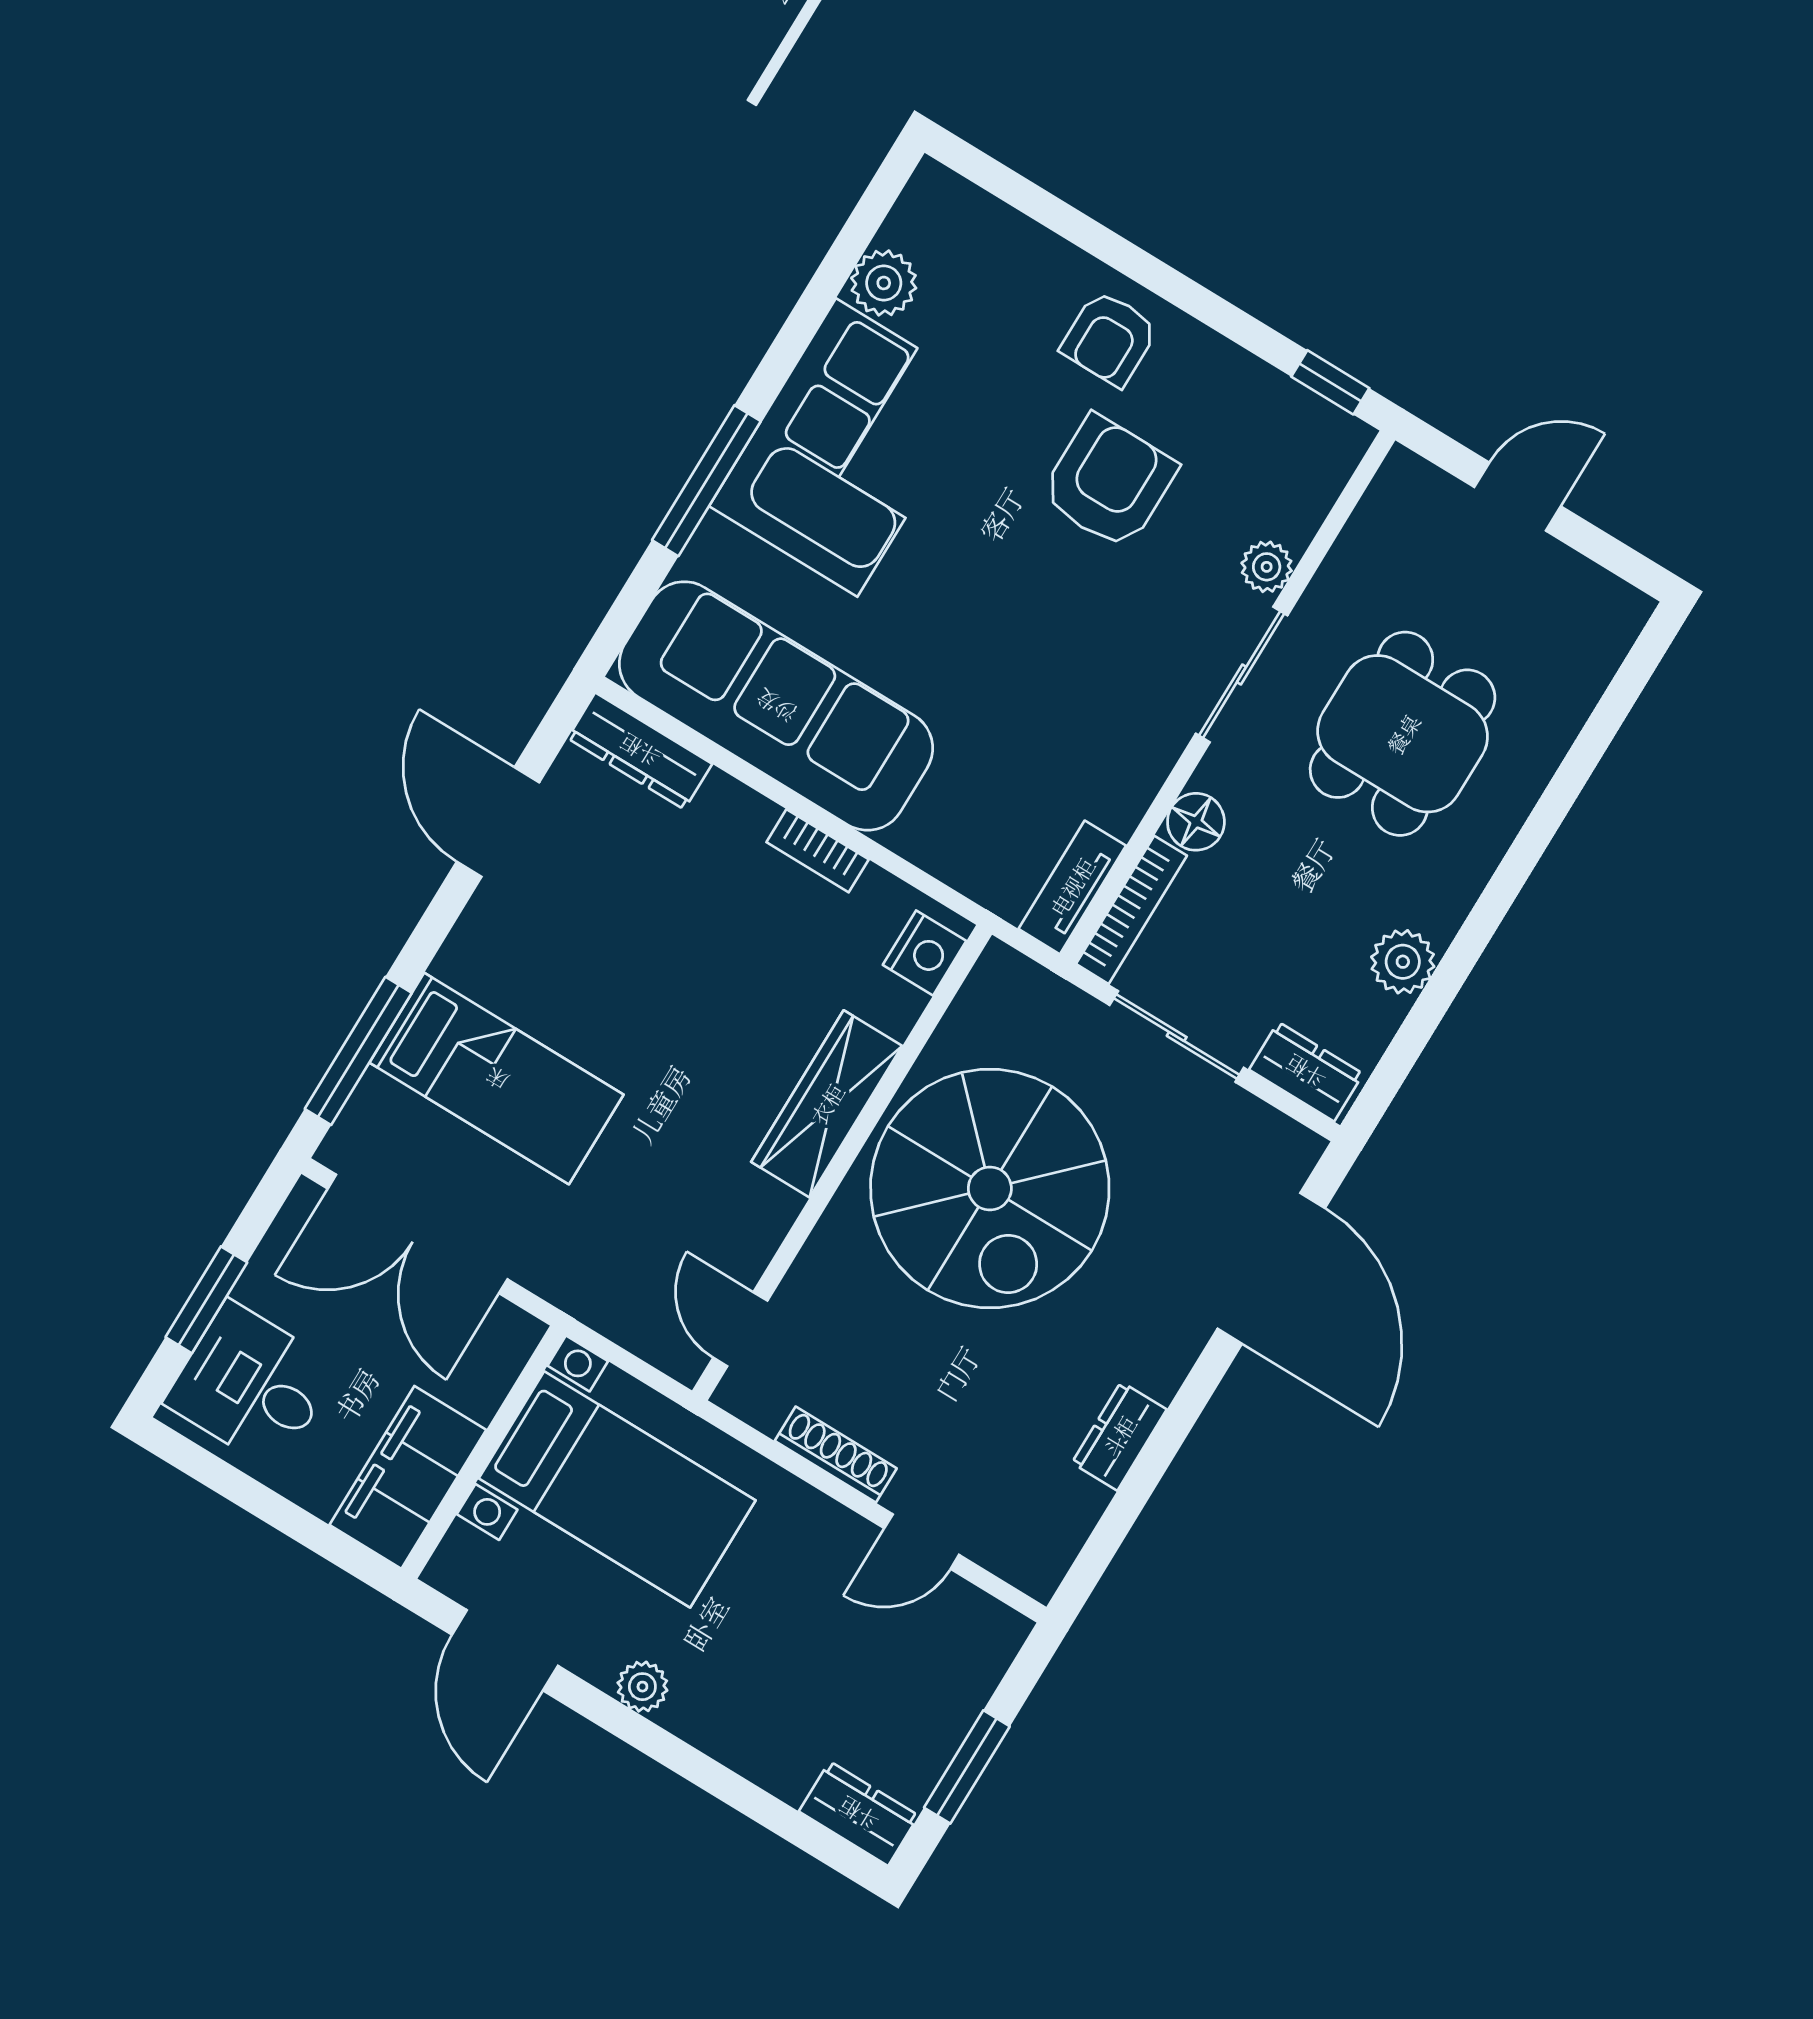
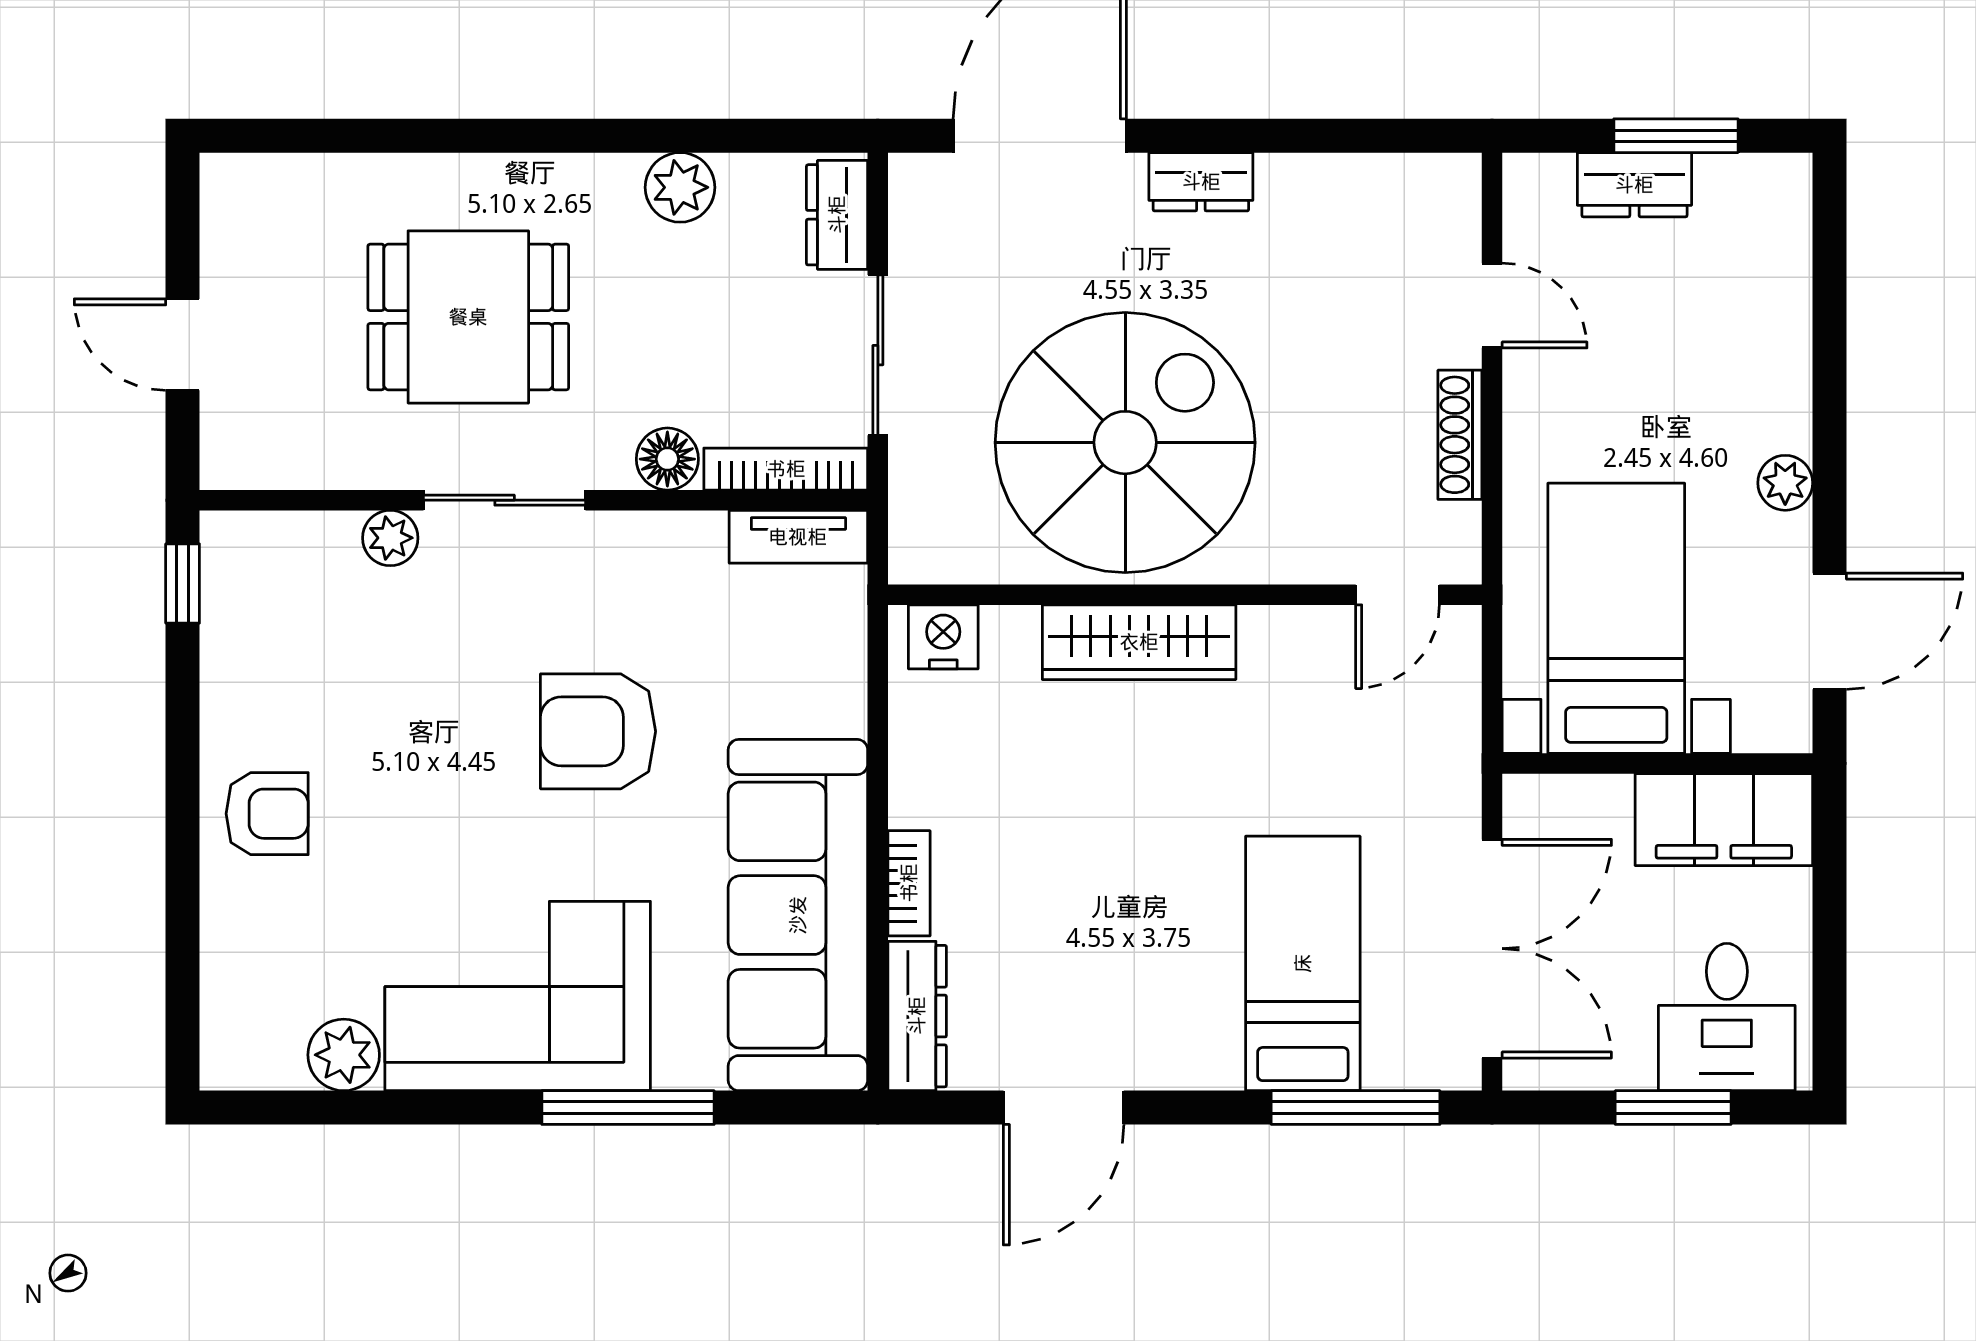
armchair: (1109, 482) -> (598, 731), moved
bookcase: (818, 851) -> (909, 883), moved
dresser: (1119, 1436) -> (1201, 182), moved
dresser: (859, 1814) -> (1634, 185), moved, turned -90

